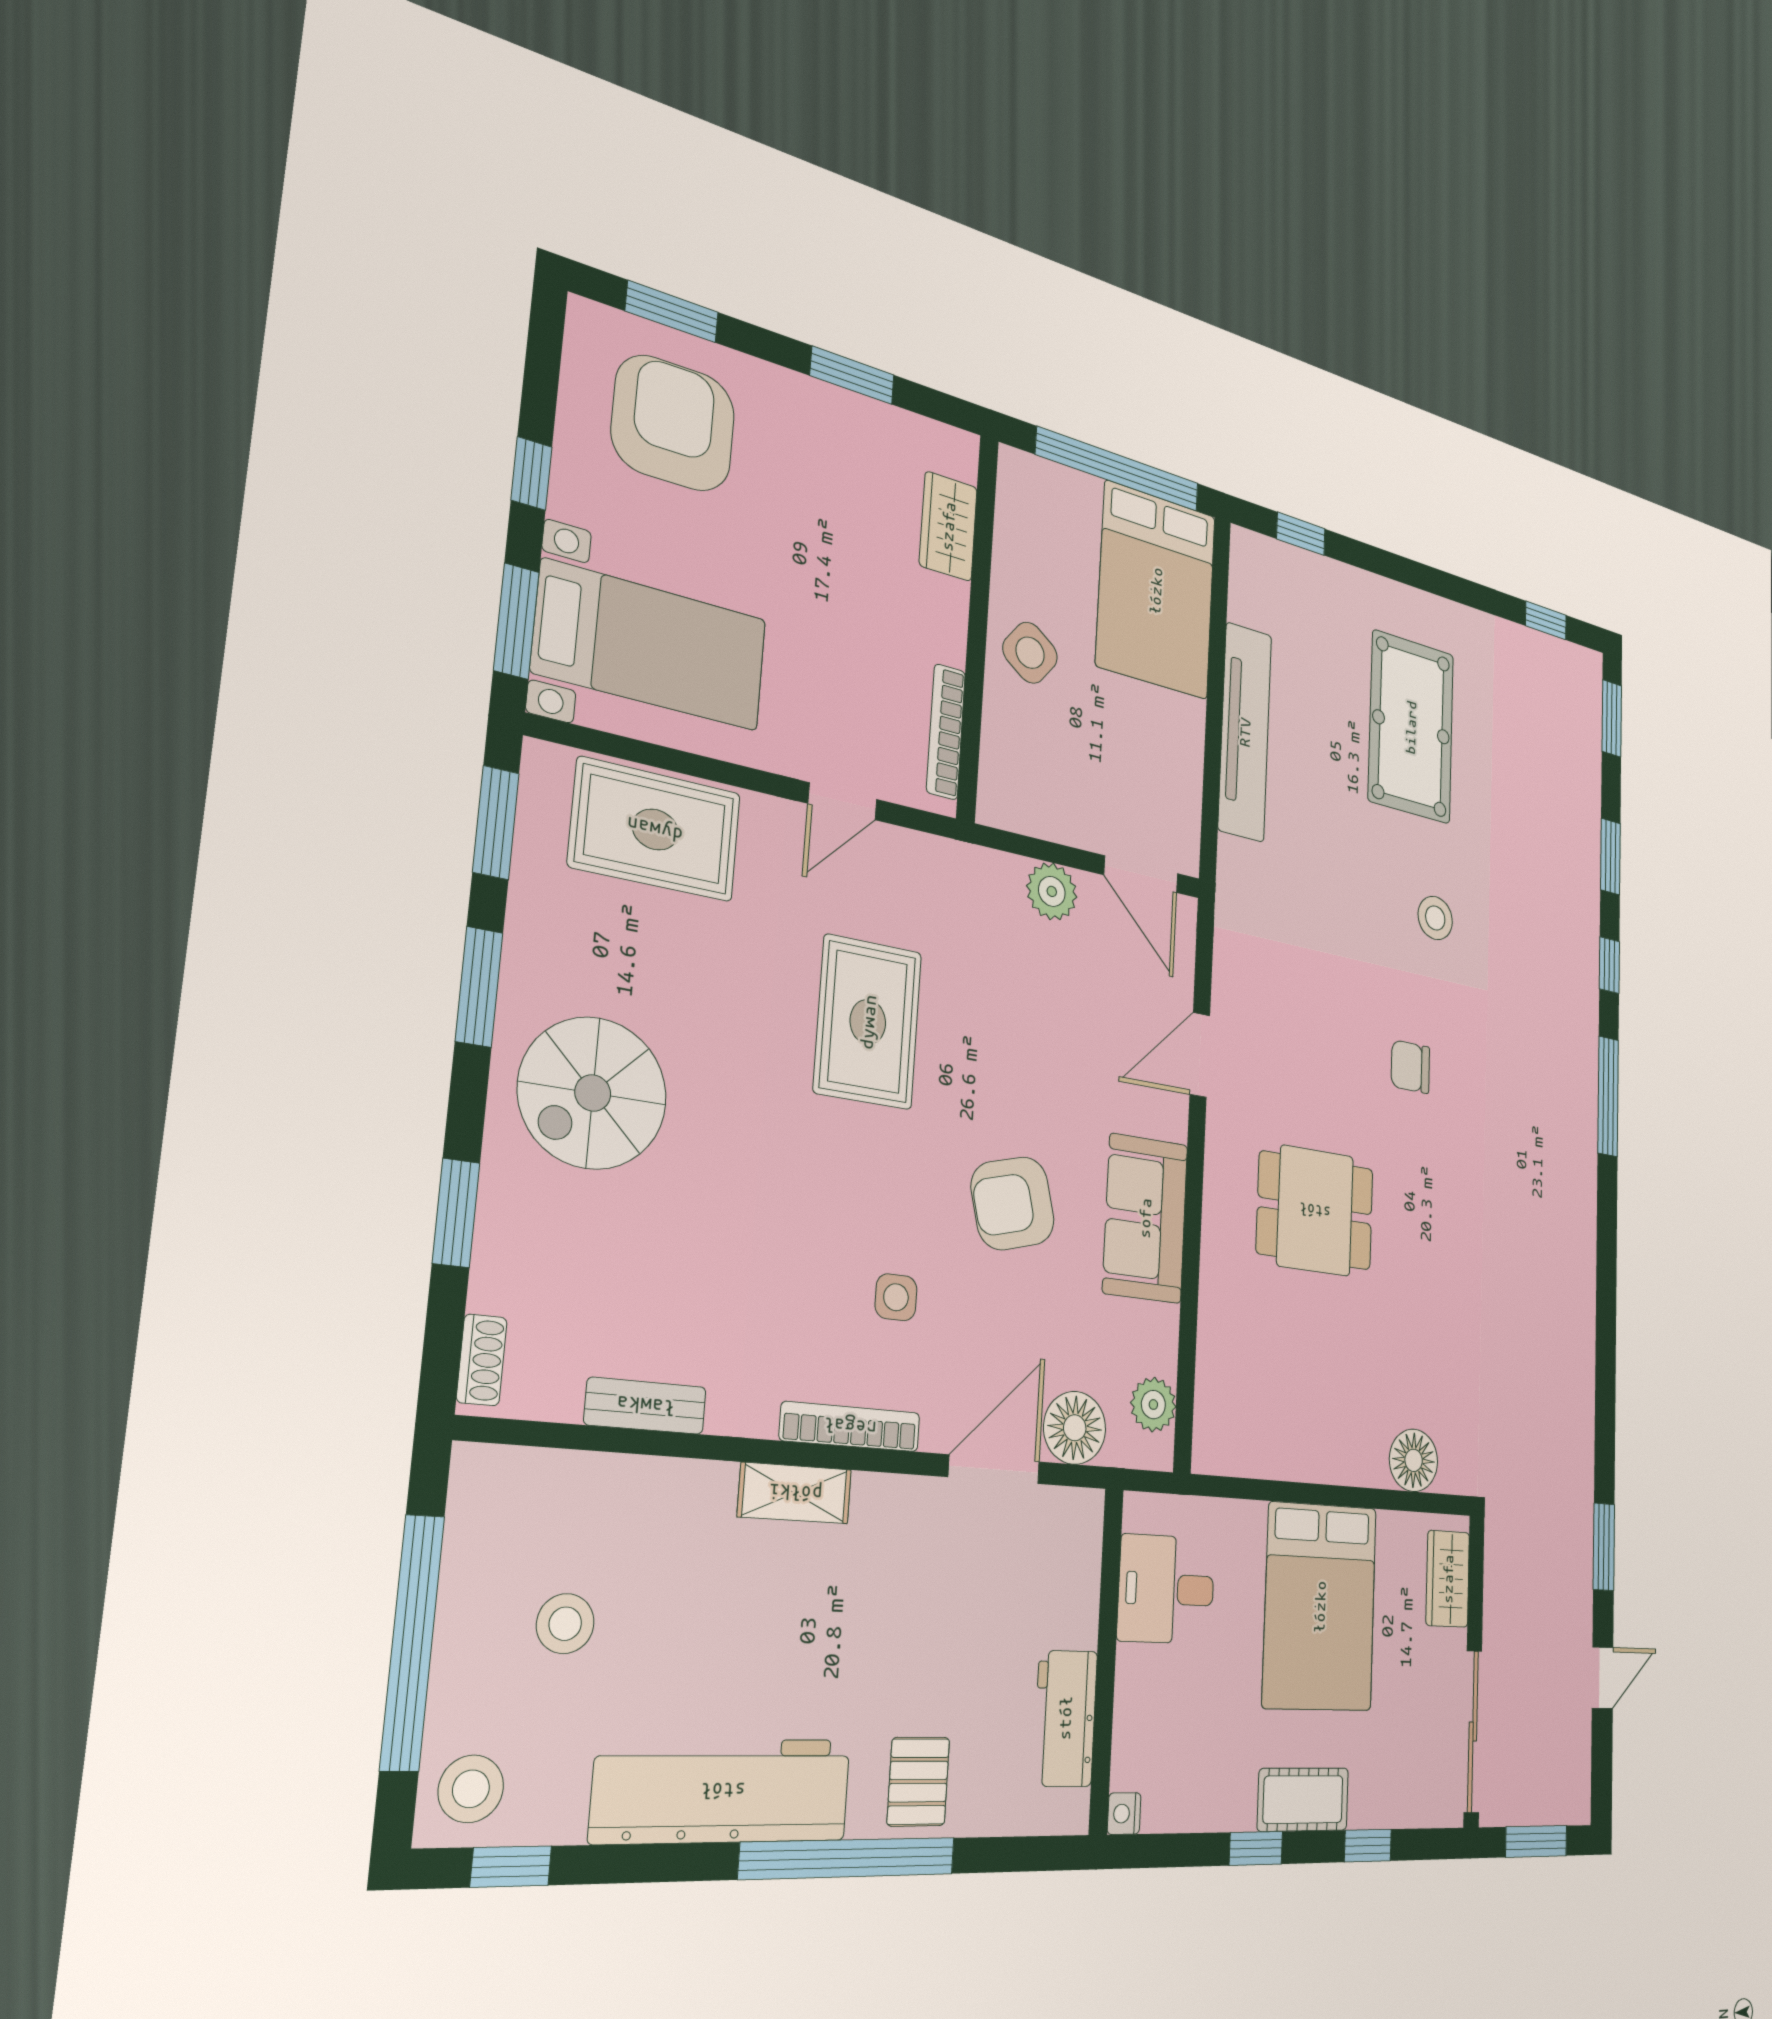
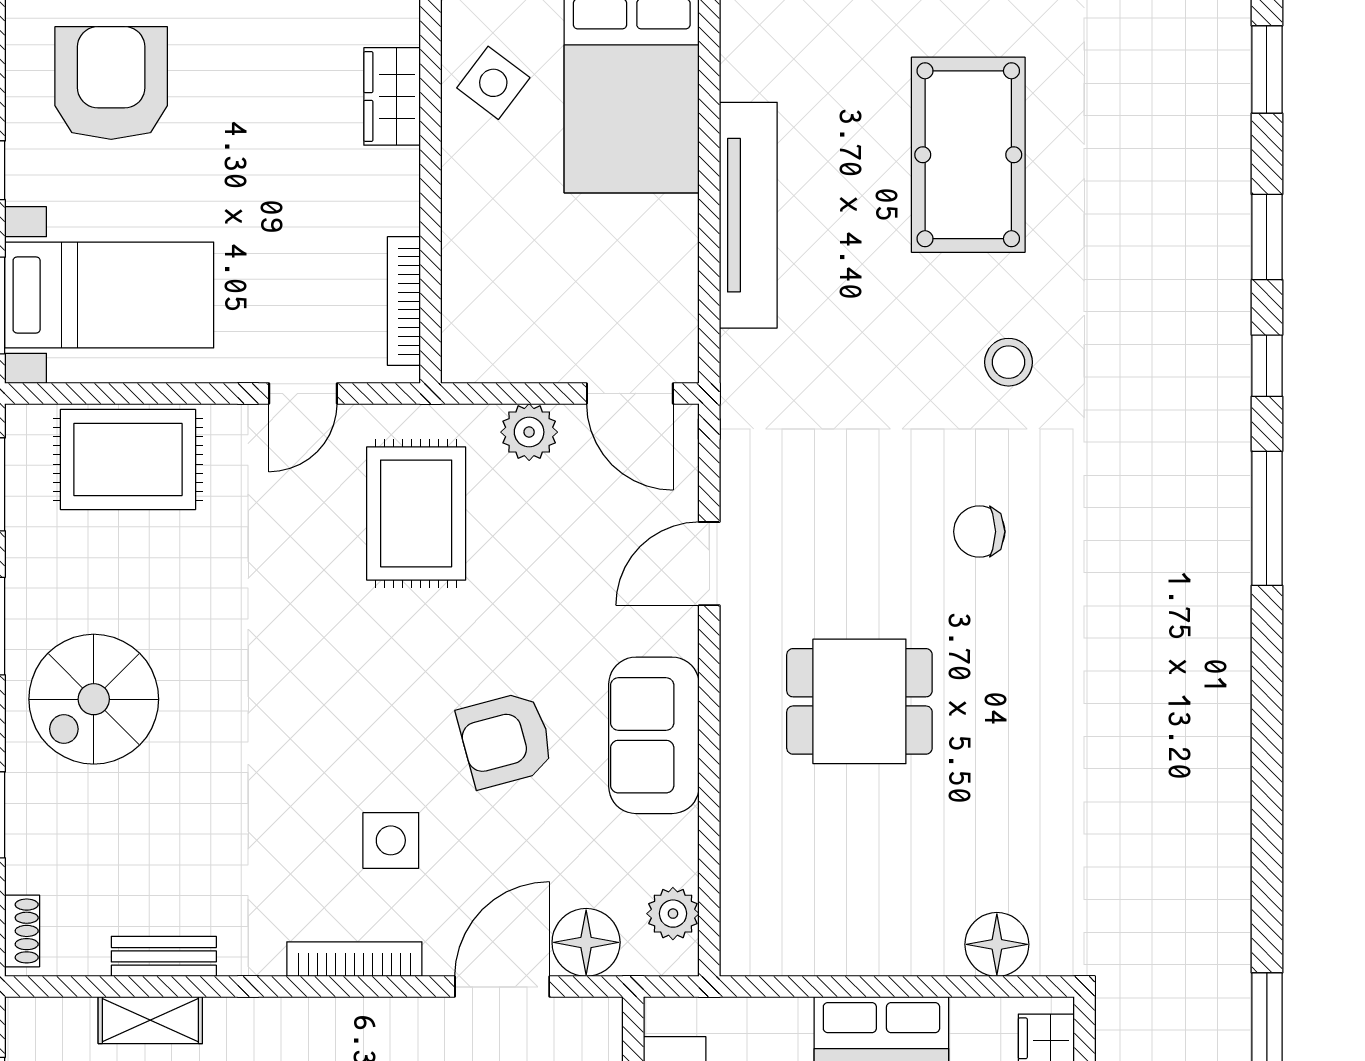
side table: (1030, 653) -> (493, 83), moved
rug: (868, 1022) -> (416, 513), moved
side table: (896, 1297) -> (391, 840), width x1.37, depth x1.37
shelving: (795, 1493) -> (150, 1020), moved

